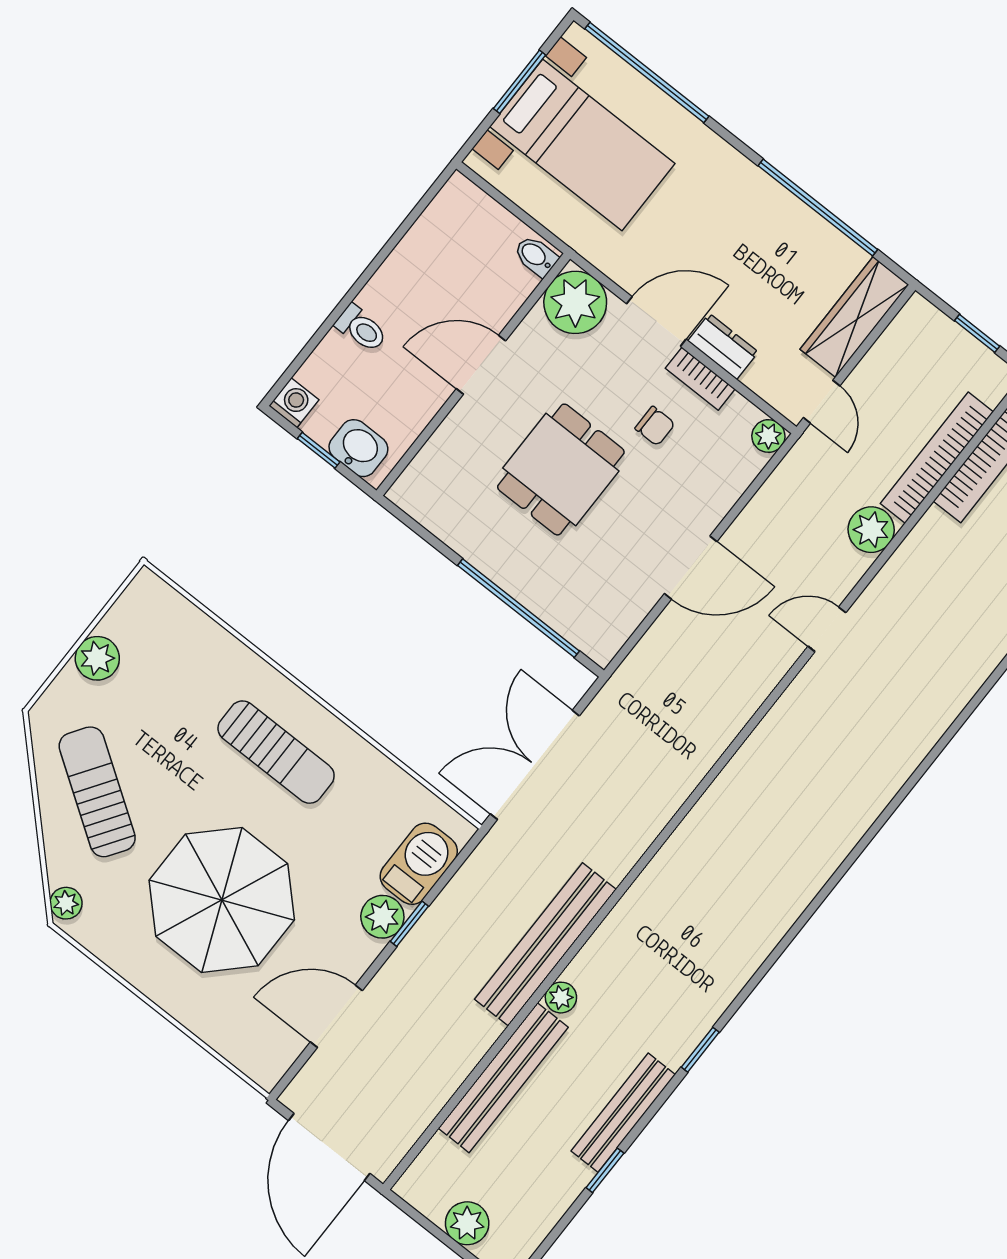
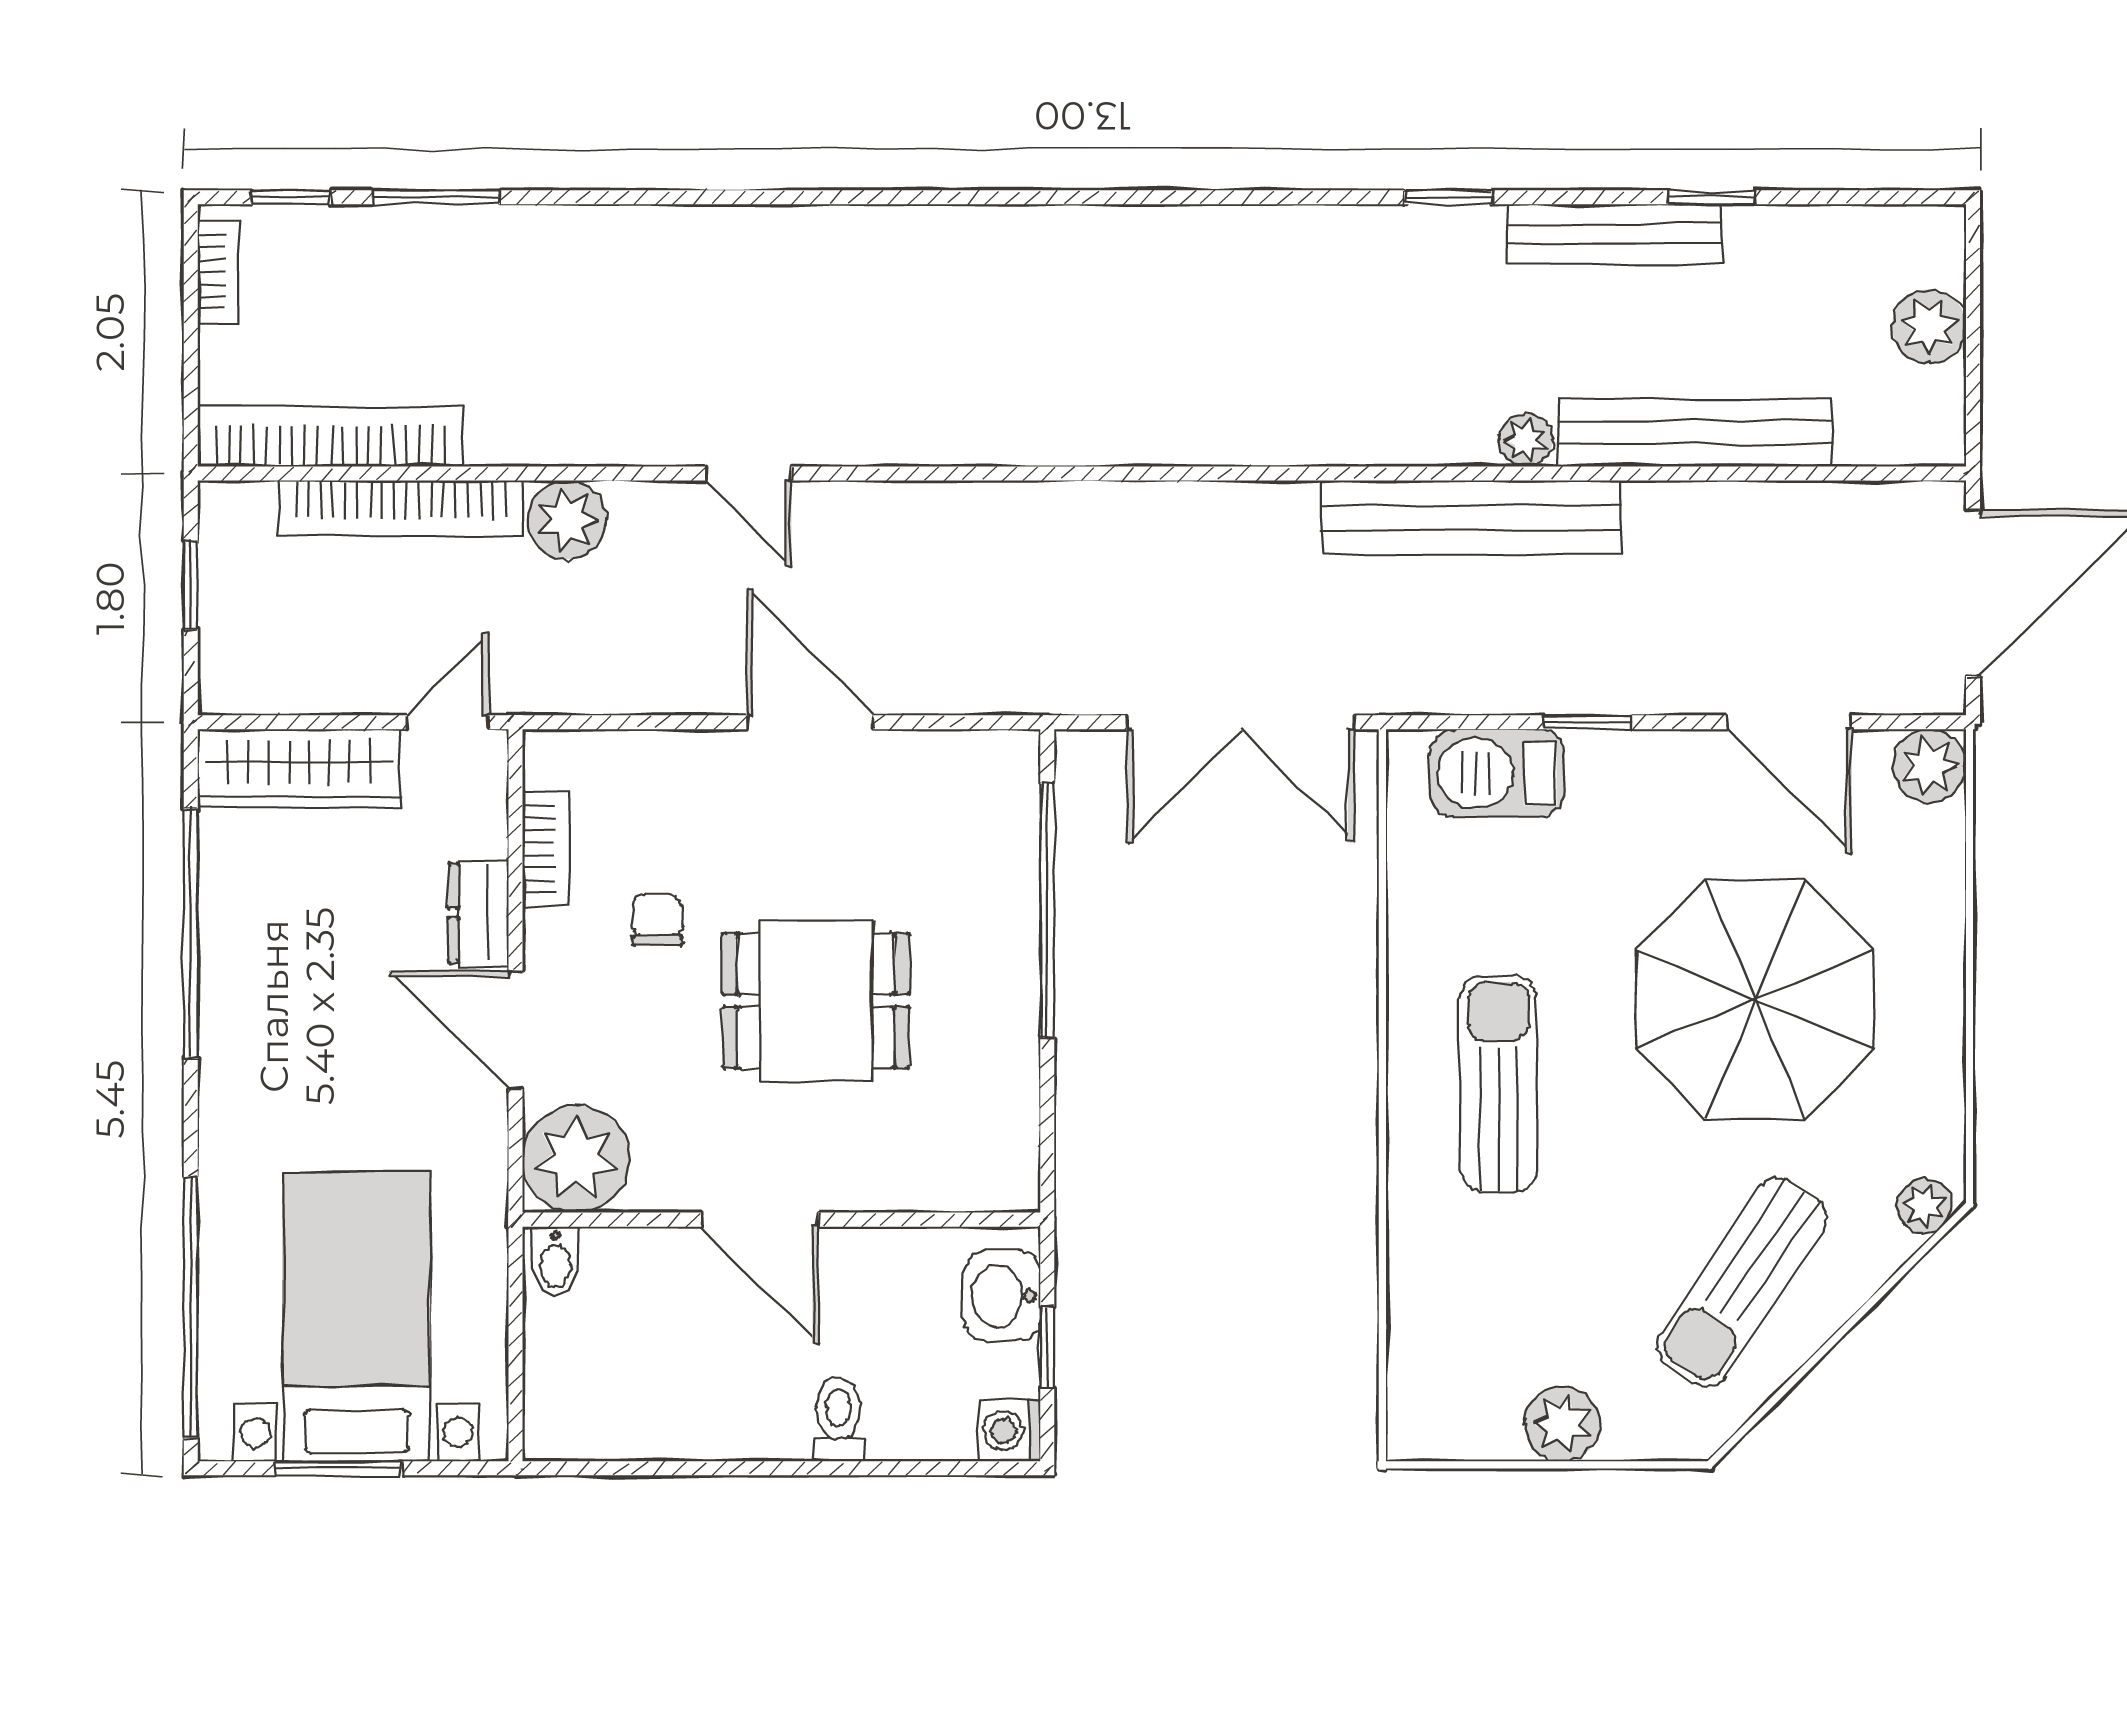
bookcase: (700, 379) -> (546, 849), moved
plant: (768, 436) -> (551, 757), removed
plant: (382, 917) -> (1929, 766), moved

